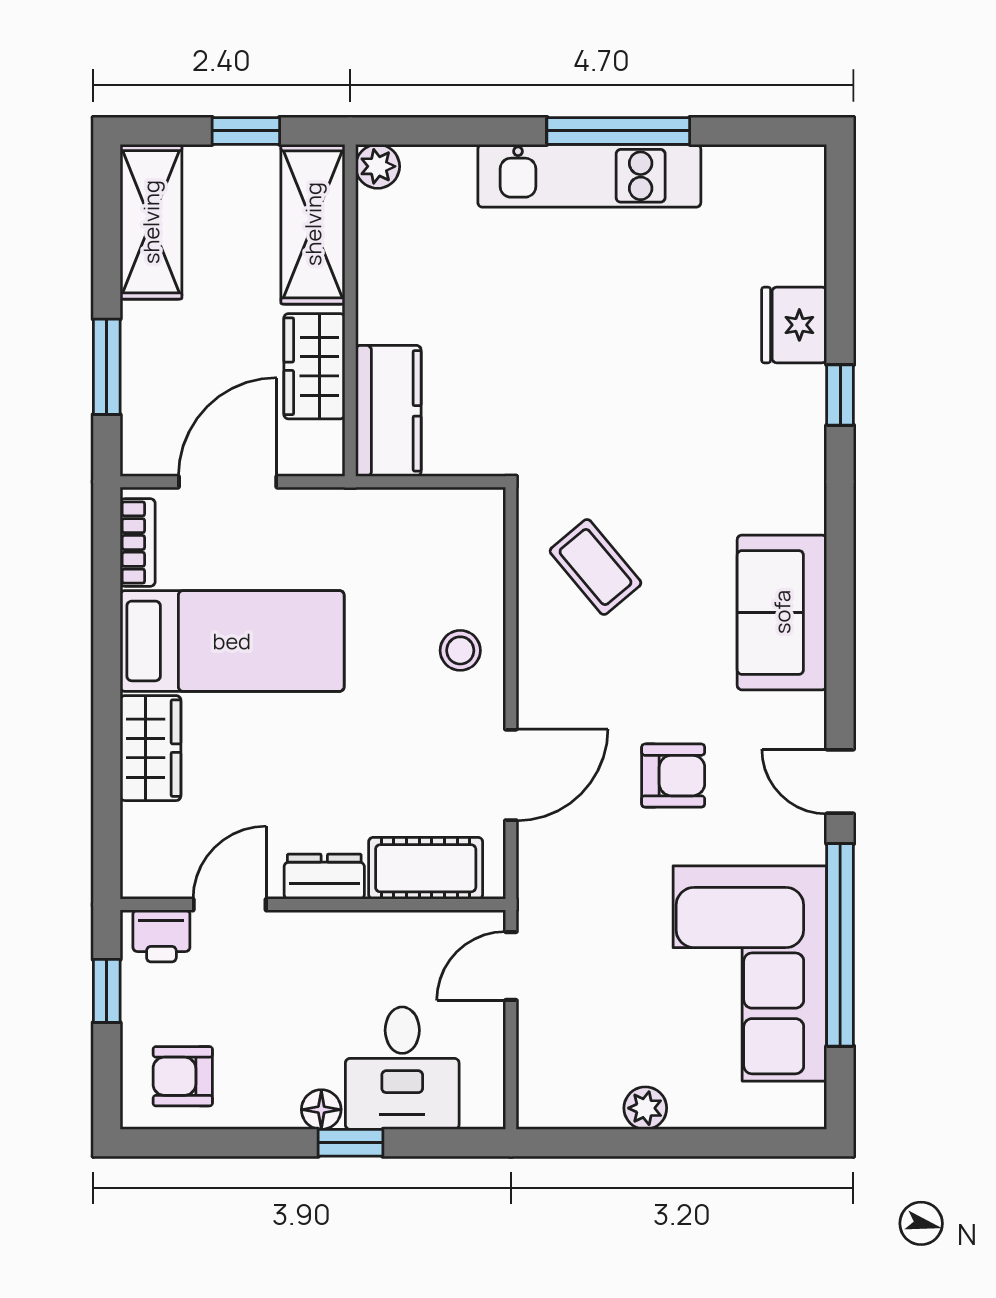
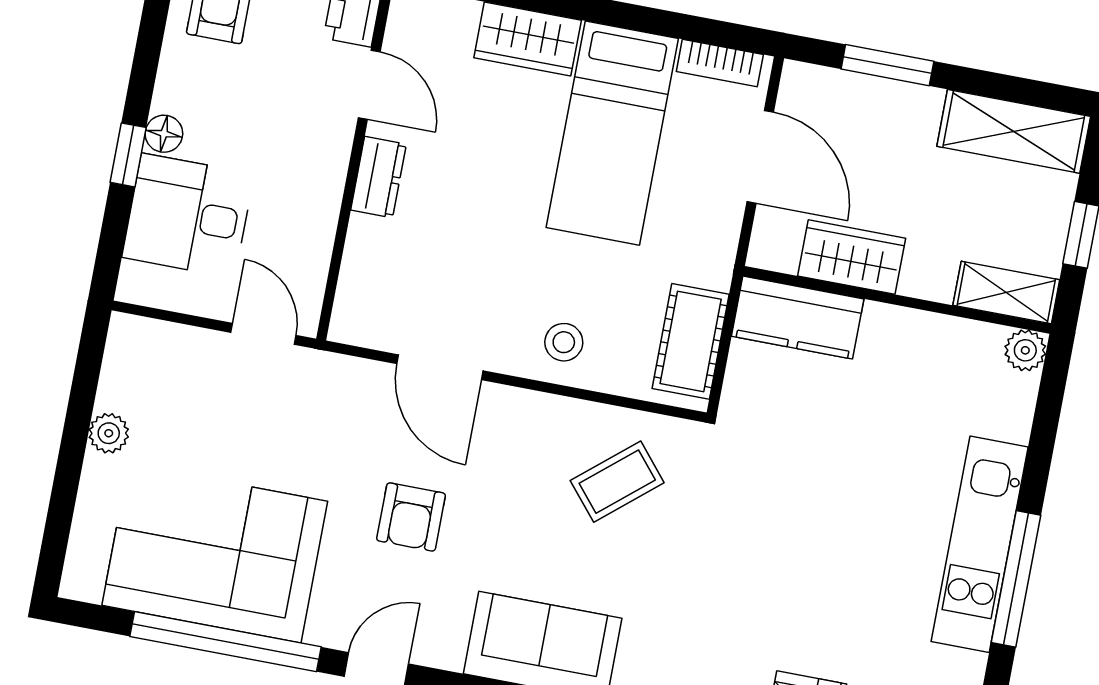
shelving: (313, 224) -> (1006, 293), width x0.67, depth x0.75
cot: (426, 868) -> (691, 341), moved

